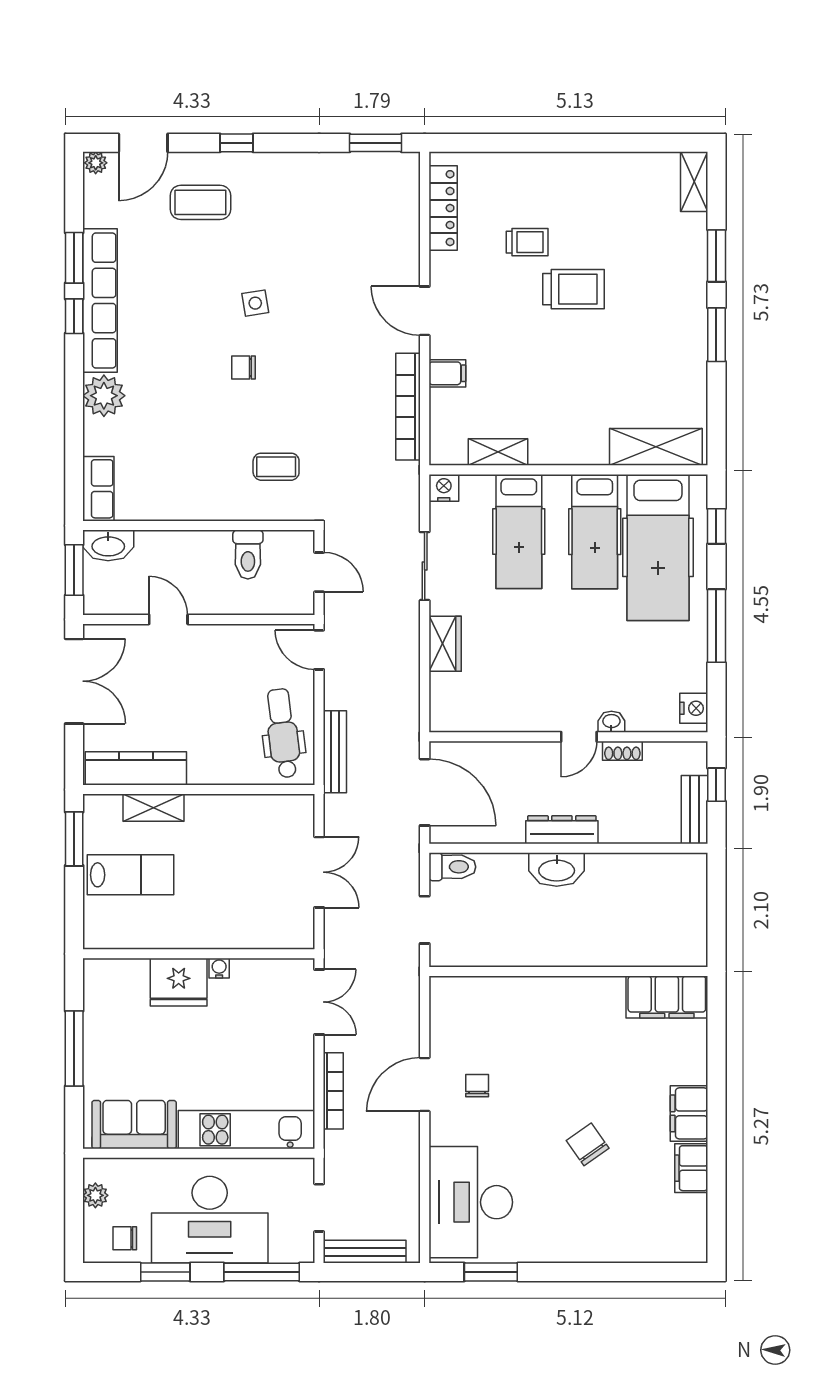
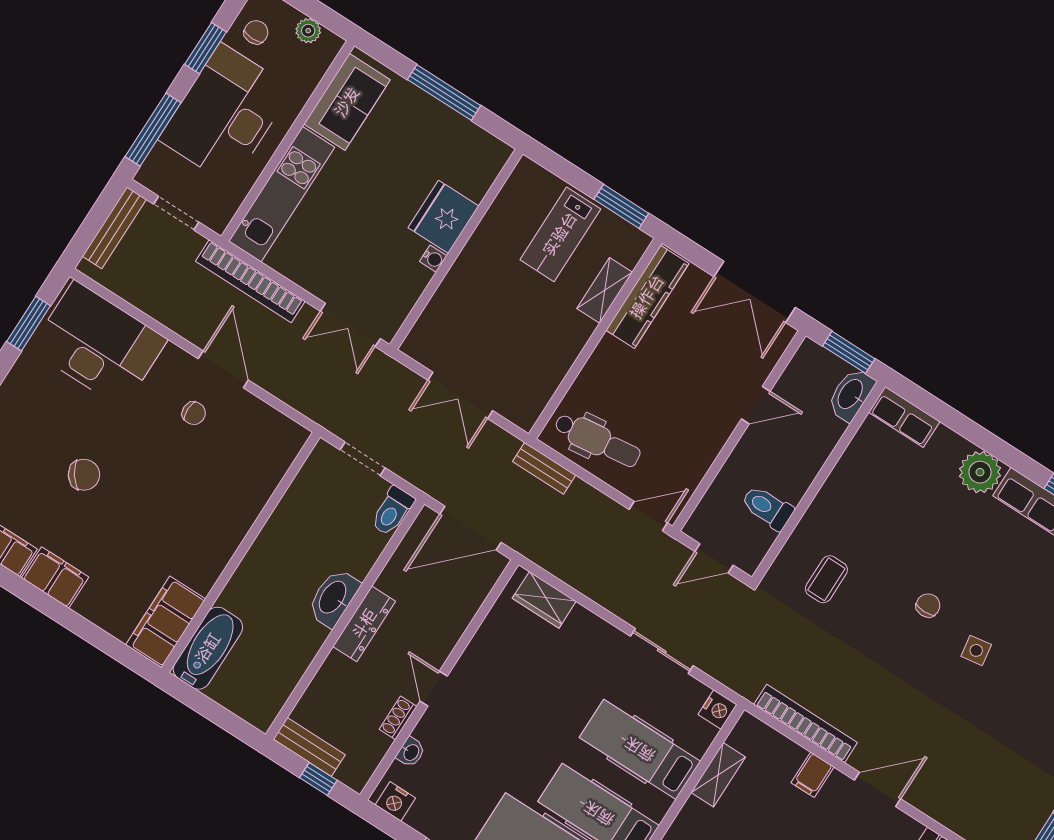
wardrobe: (445, 644) -> (544, 600), moved
washbasin: (611, 722) -> (411, 752), moved
bench: (335, 752) -> (544, 468), width x0.73
bathtub: (666, 947) -> (208, 648), added
bookcase: (333, 1091) -> (250, 281), width x1.48, depth x1.31

